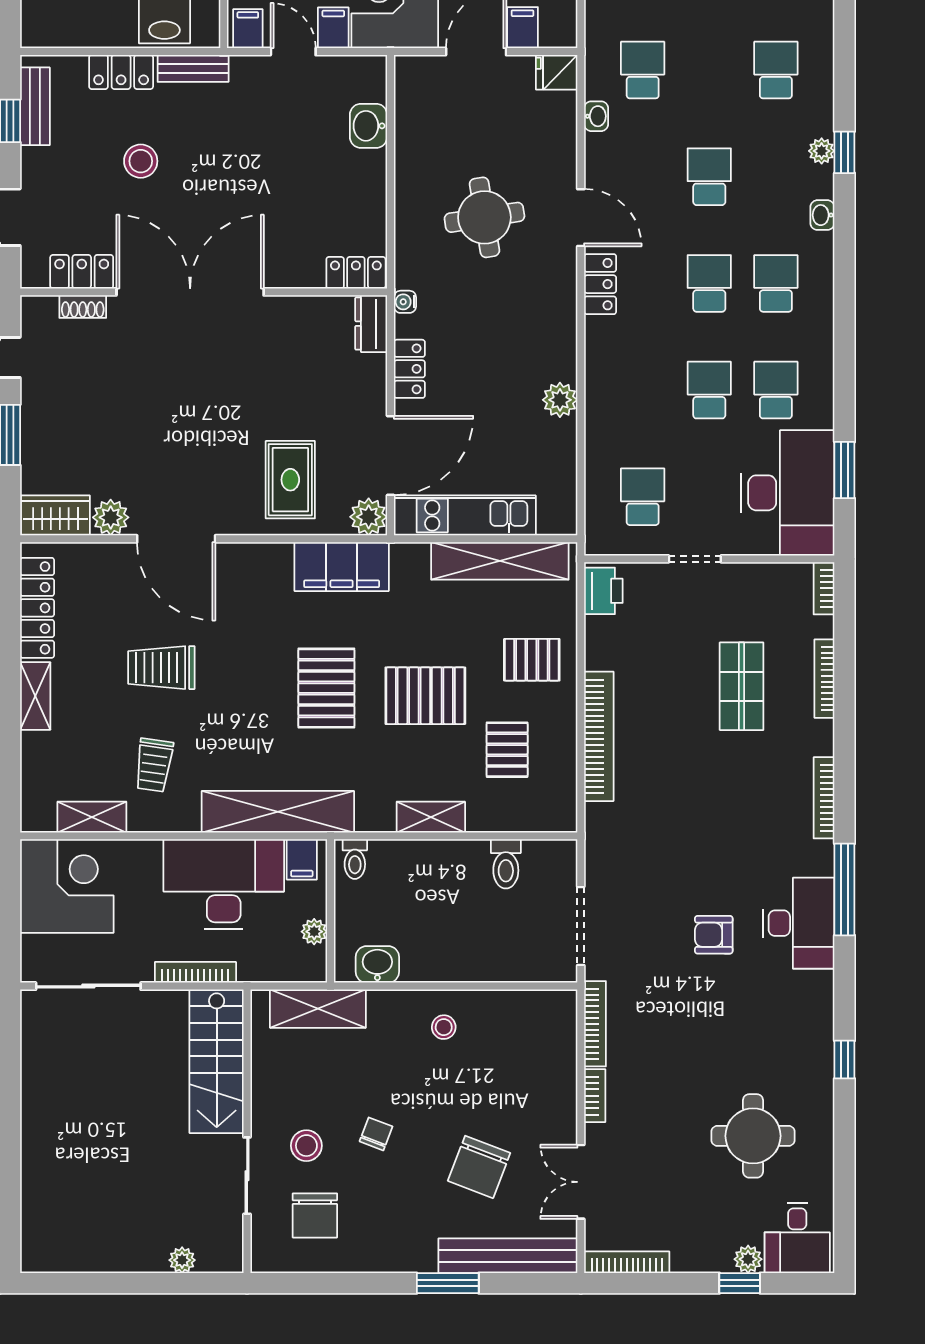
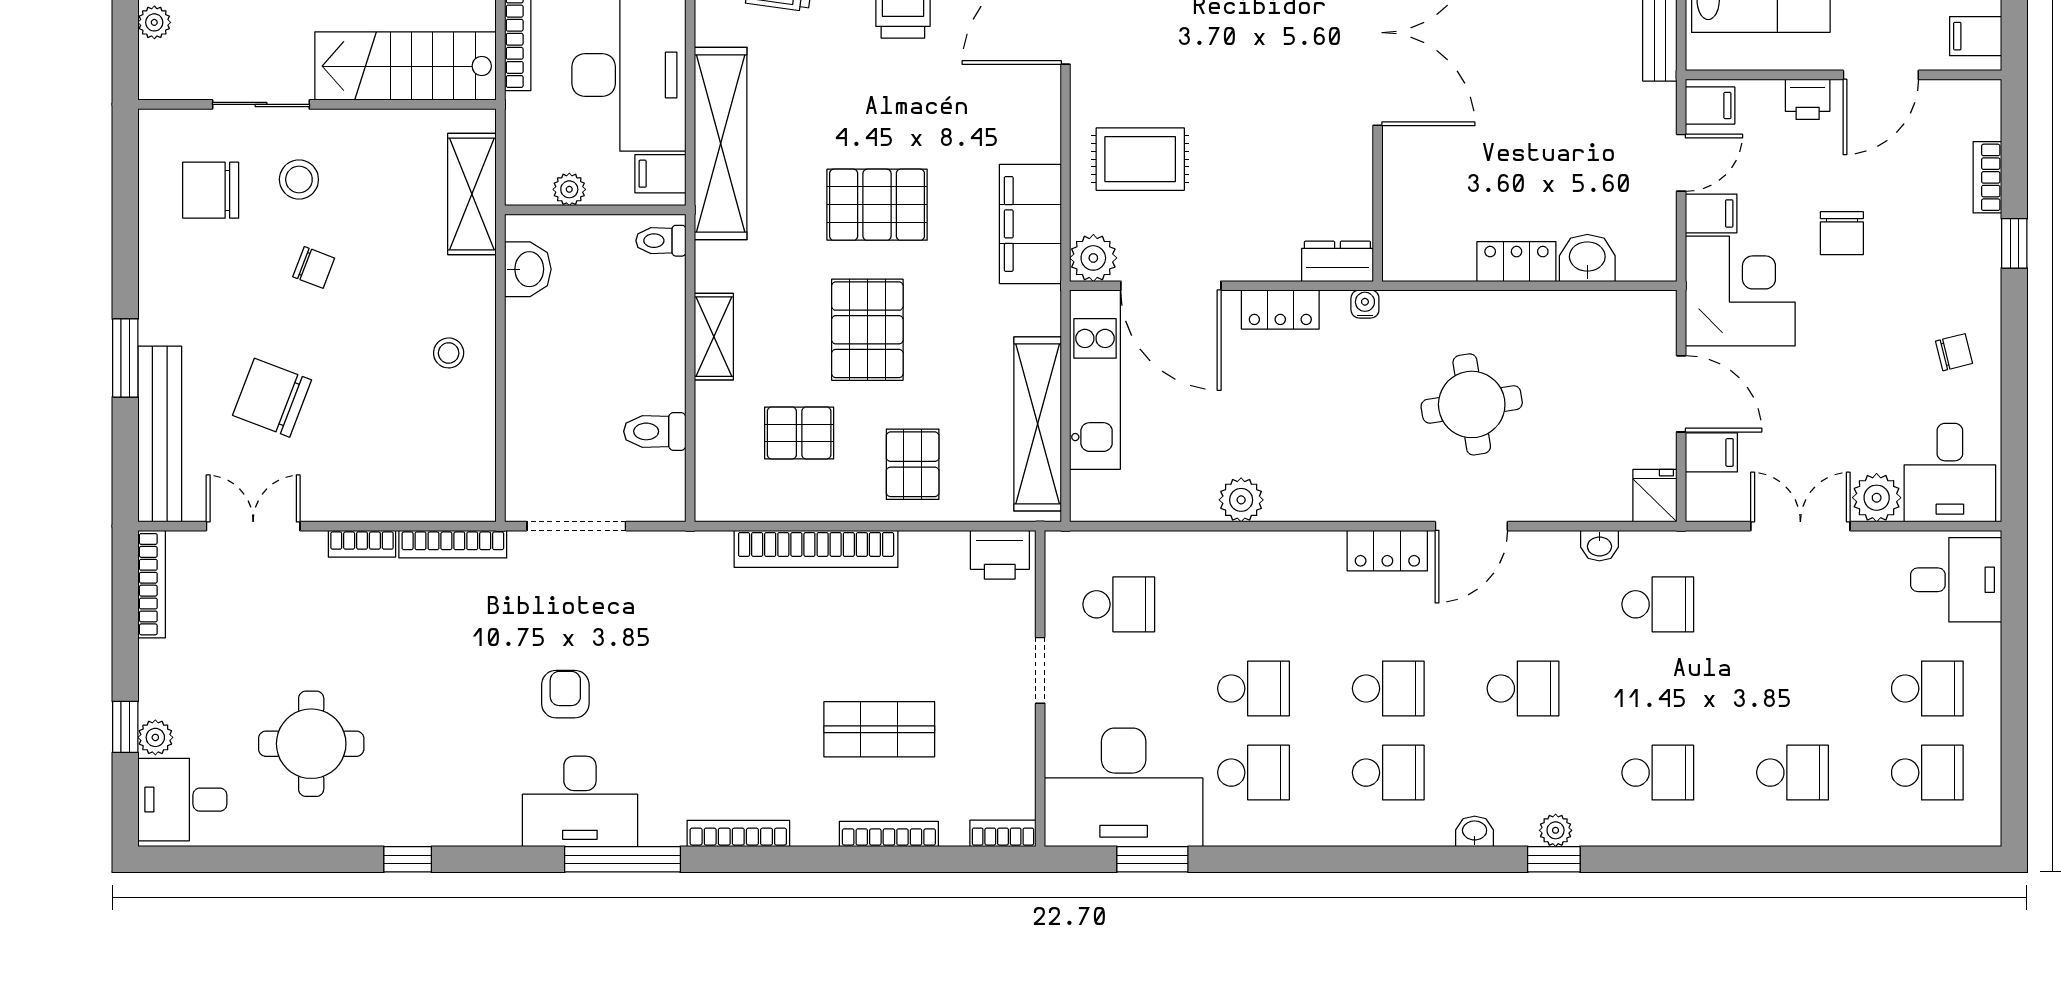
locker: (356, 273) -> (1516, 262), moved, turned -90

